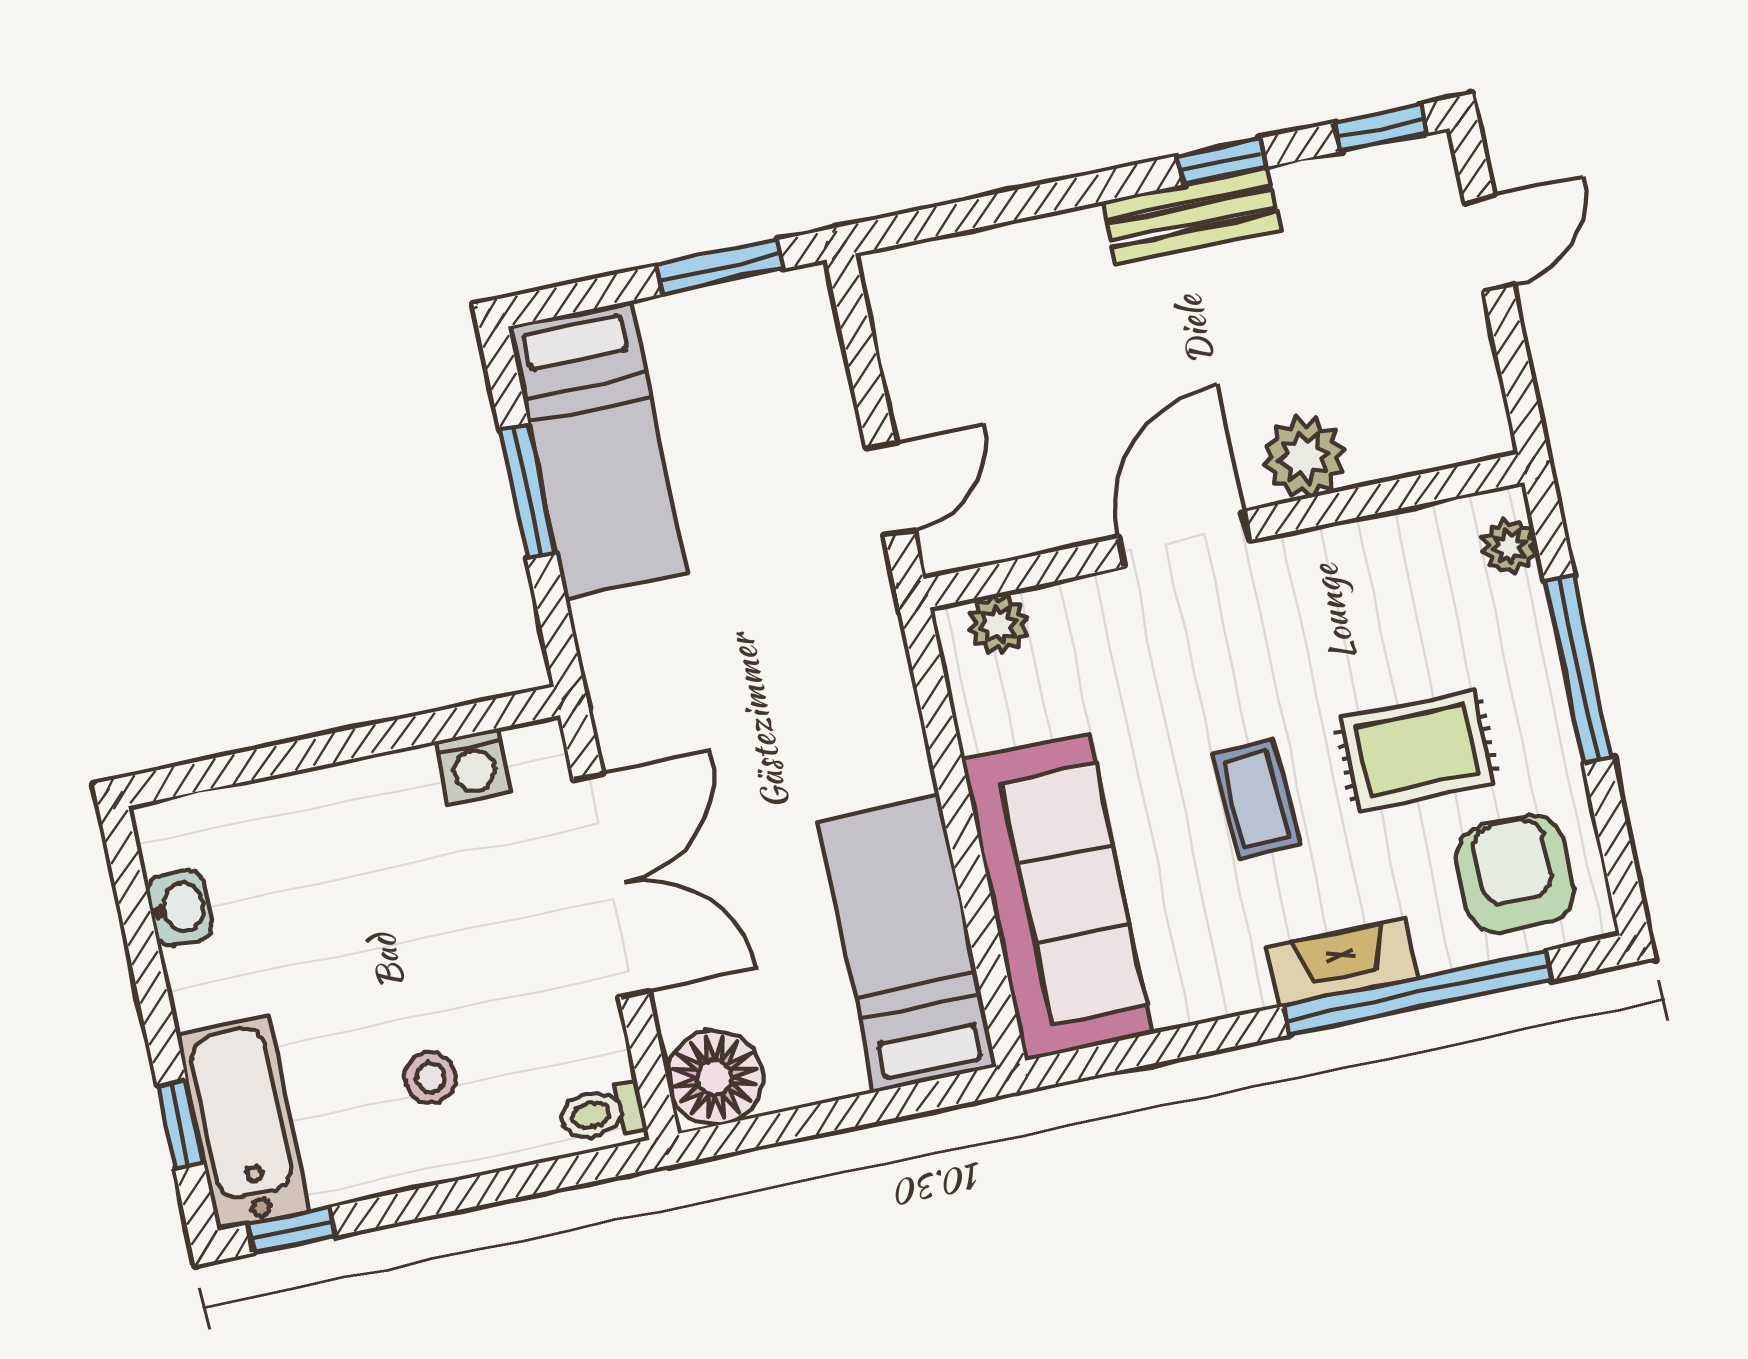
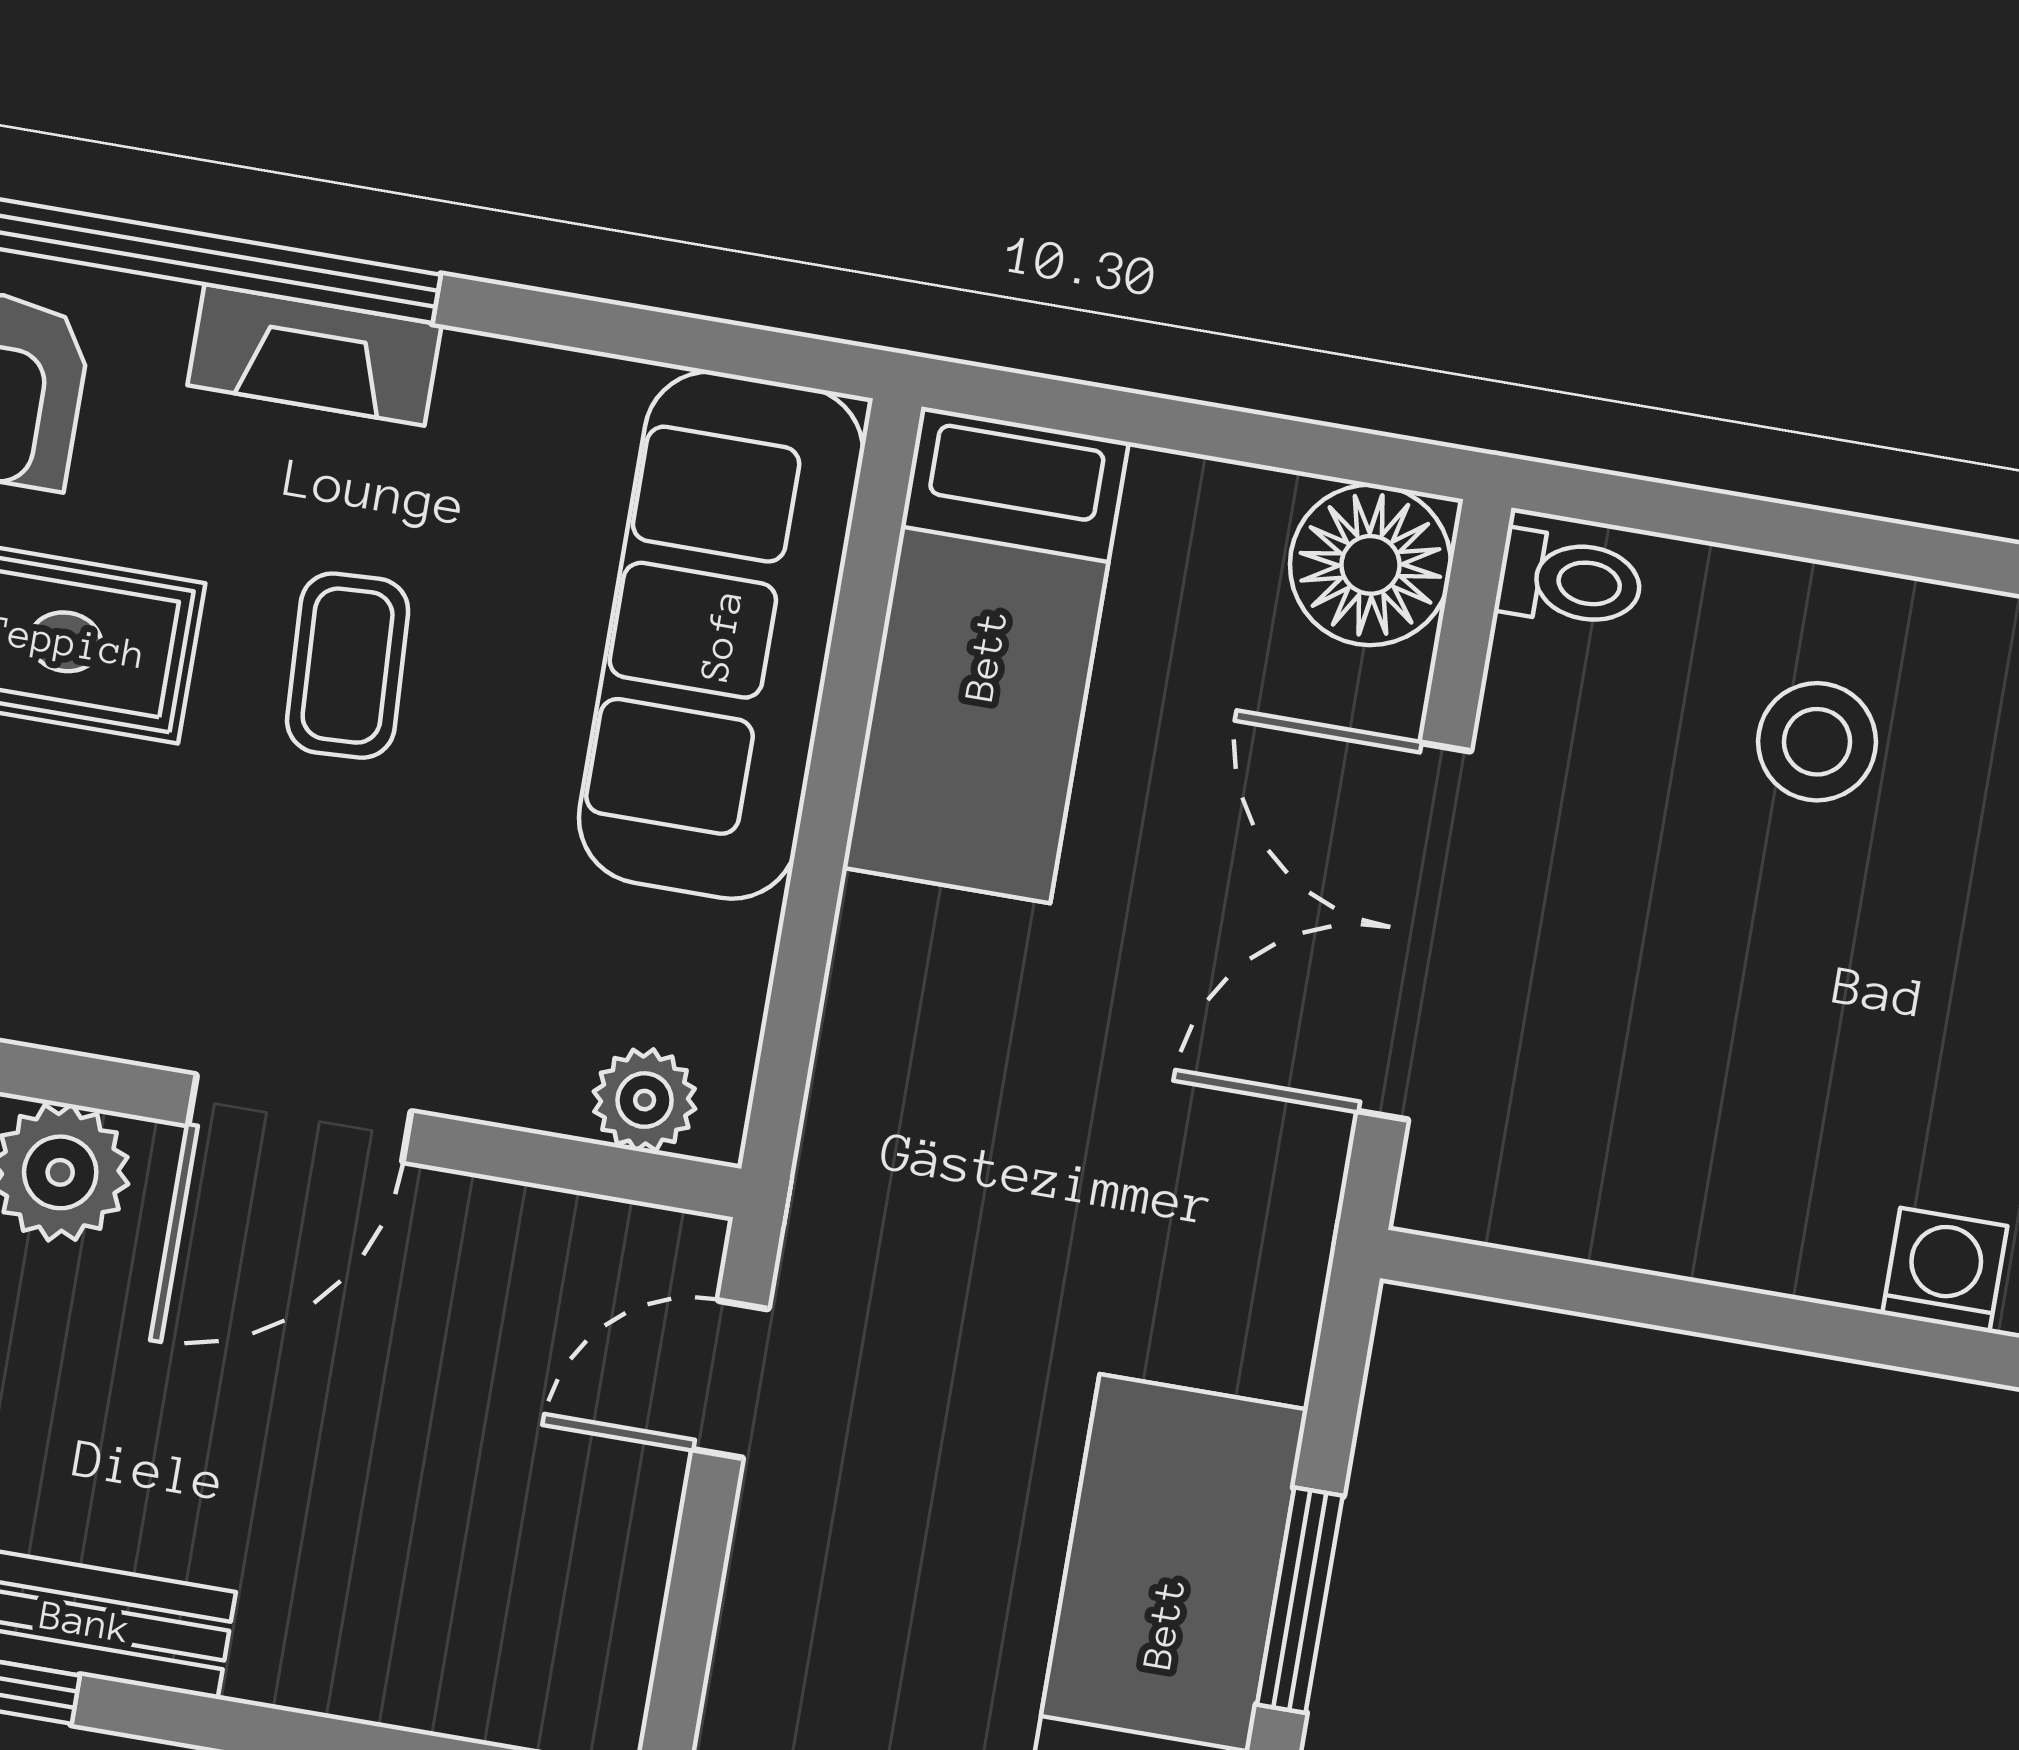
washing machine: (473, 766) -> (1945, 1270), moved
stool: (430, 1077) -> (1817, 742), width x1.37, depth x1.37

